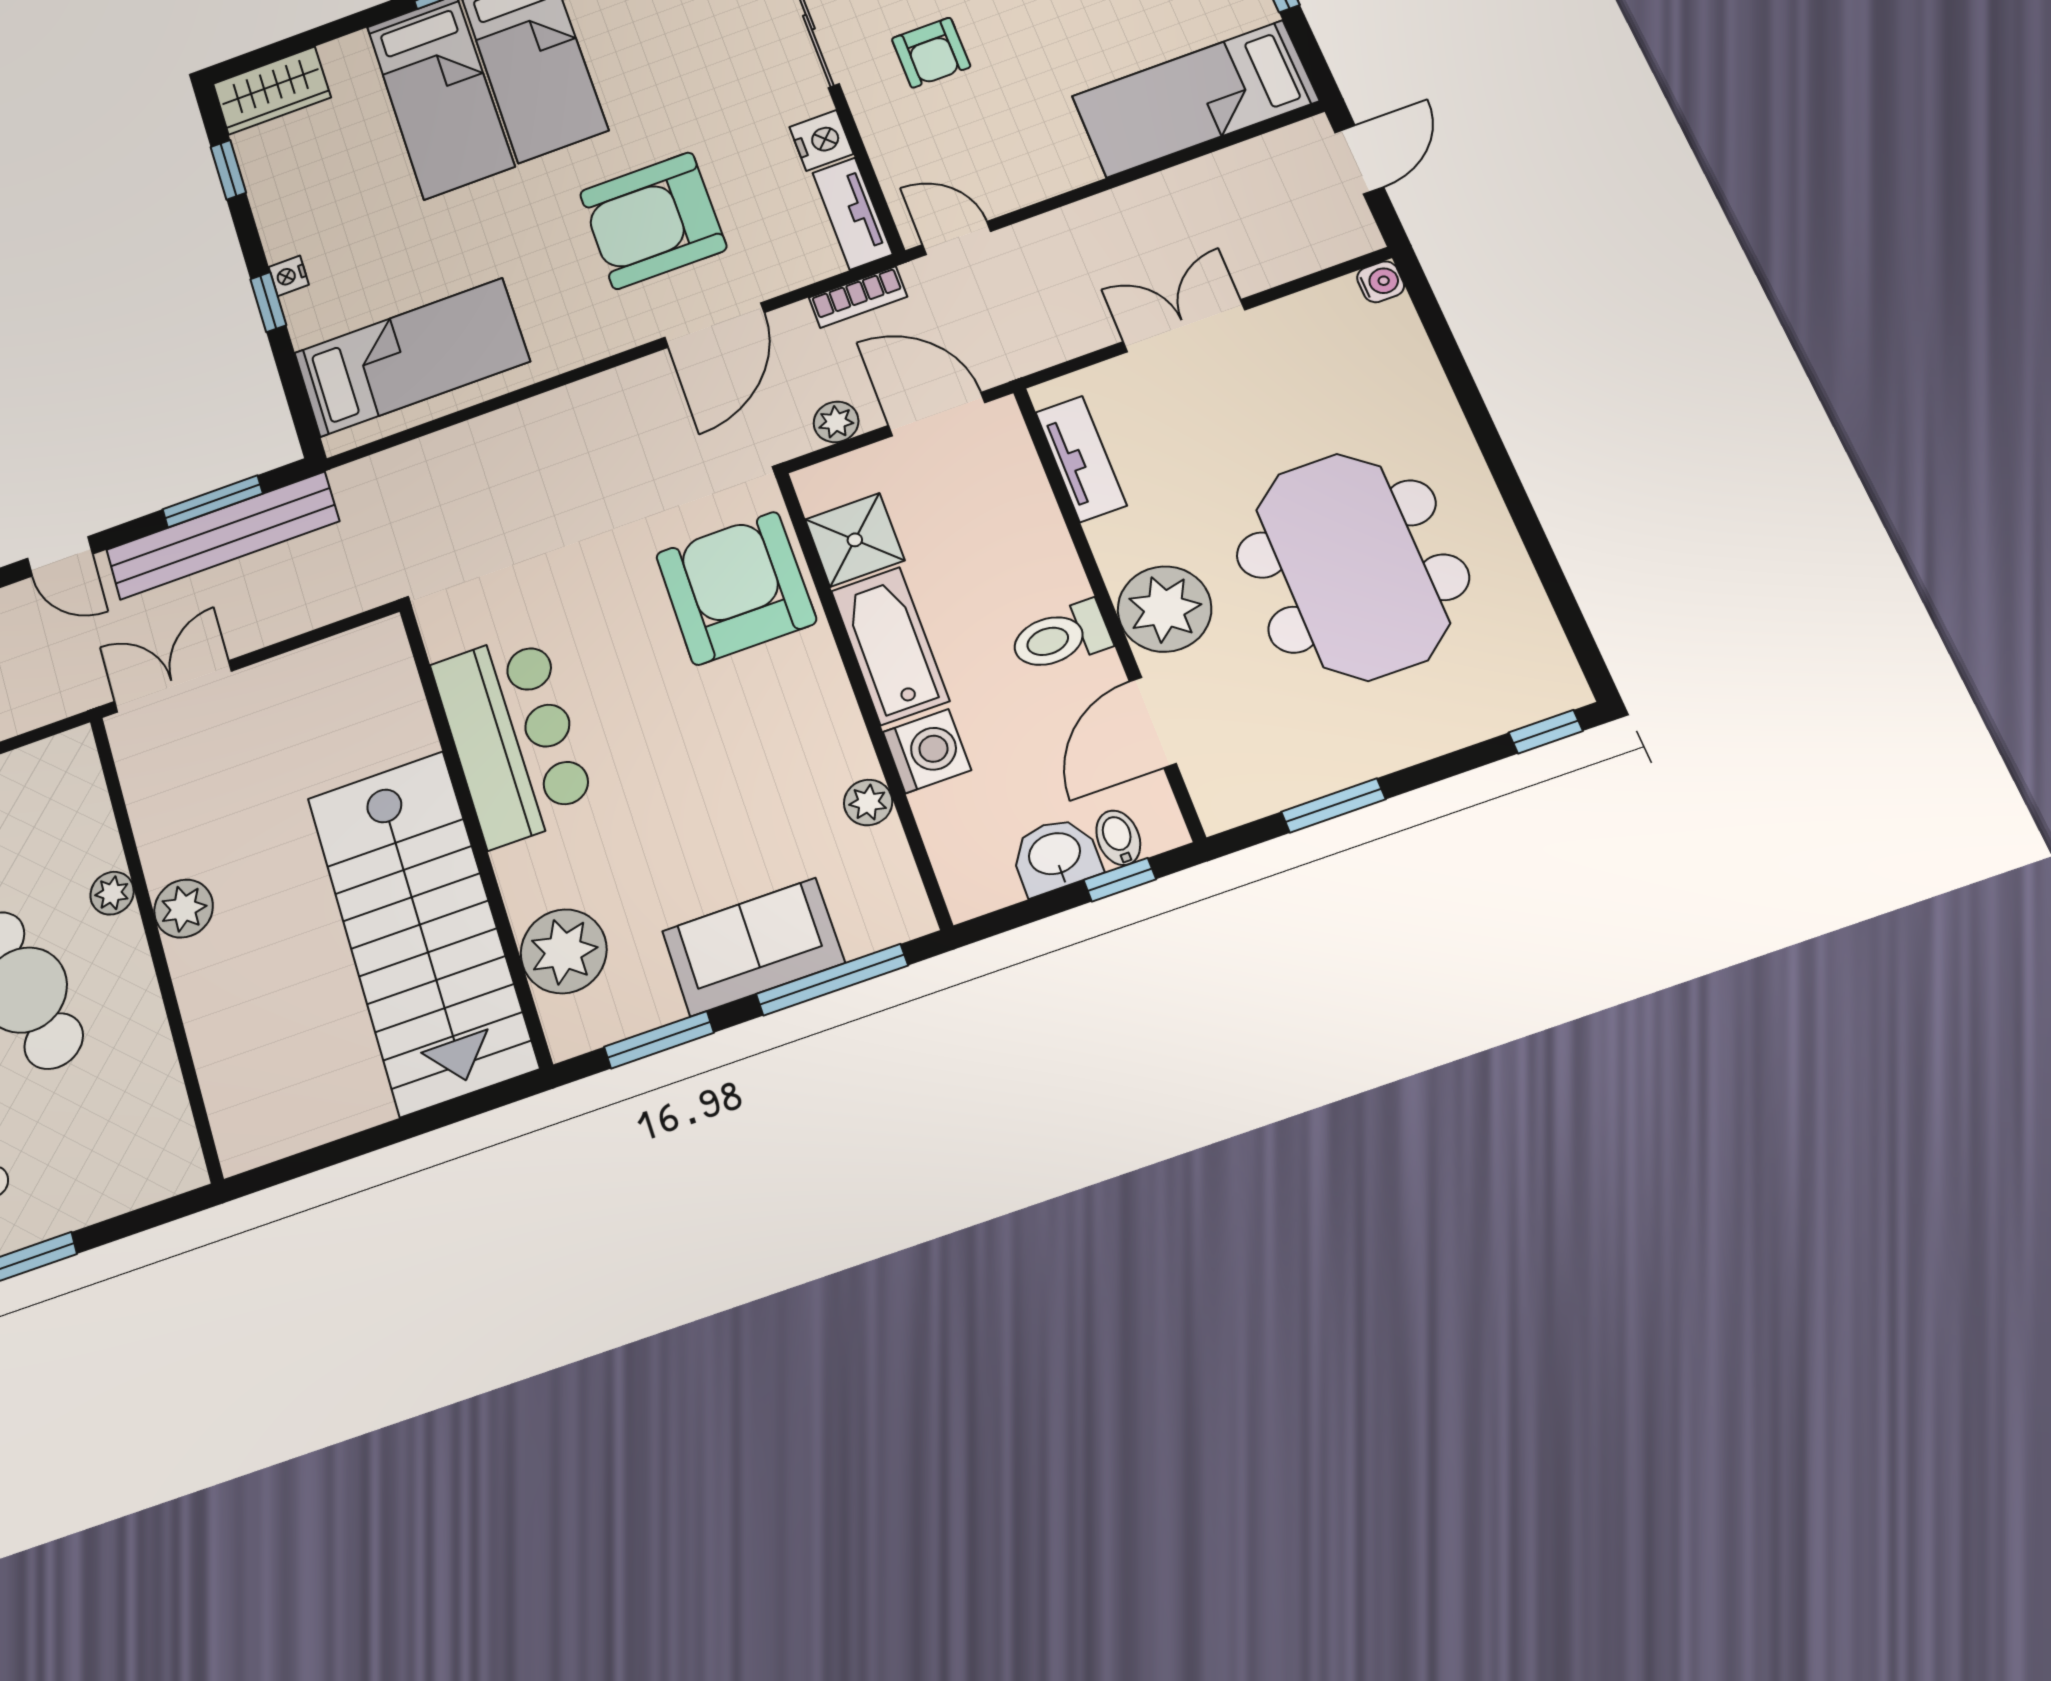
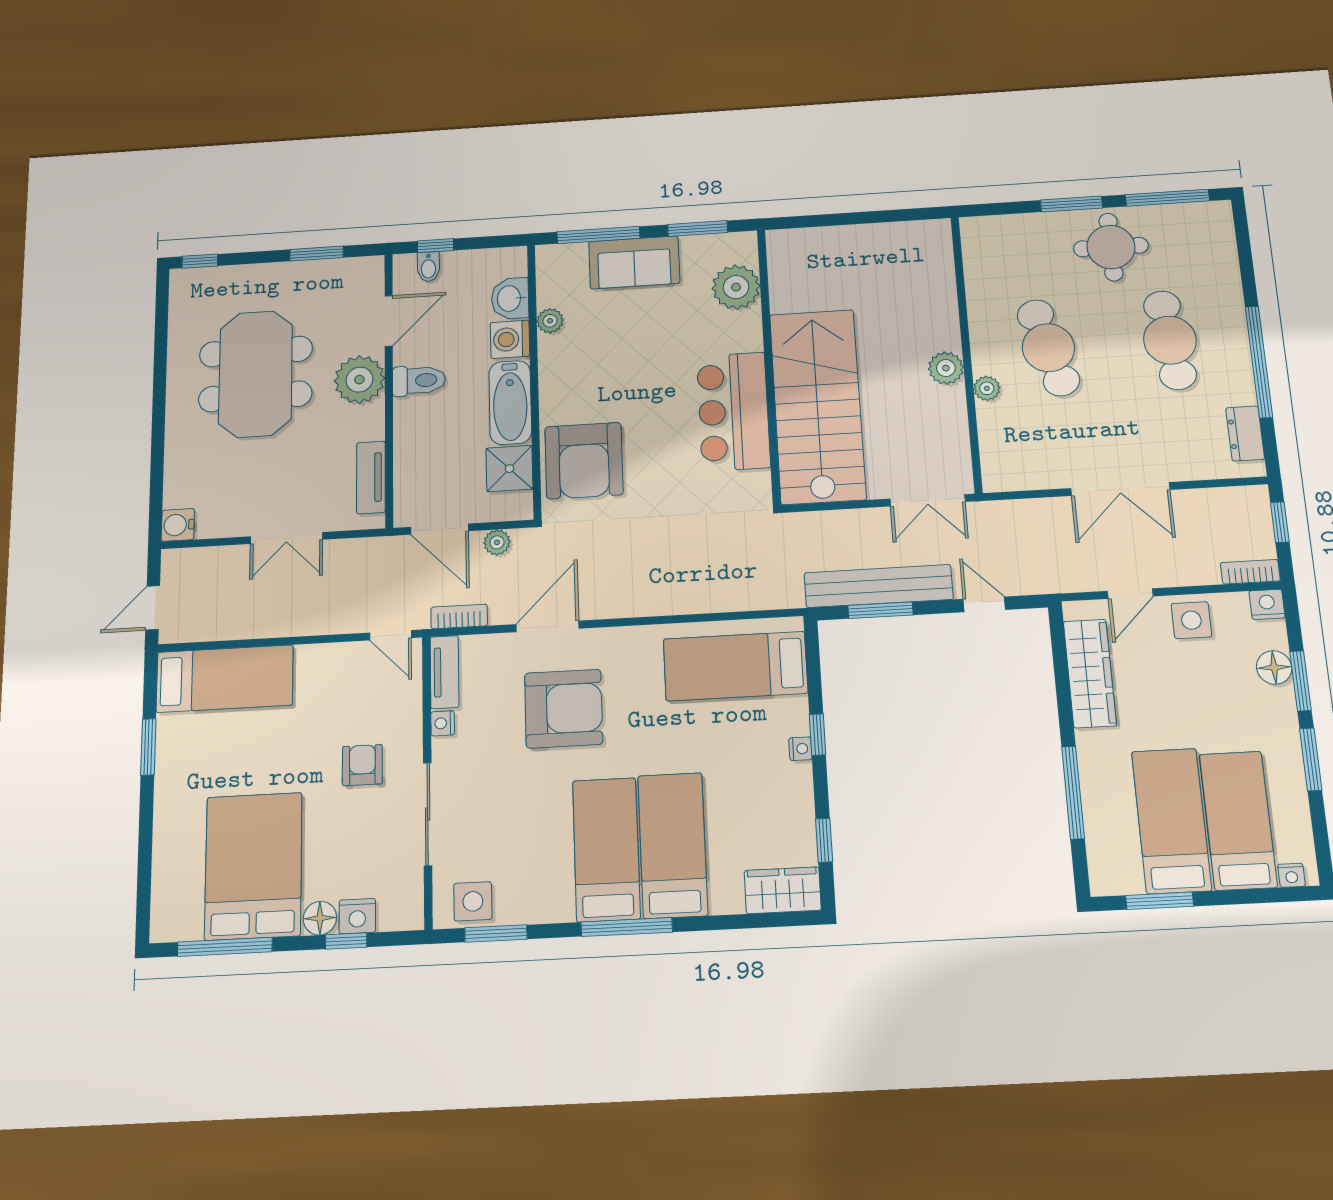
nightstand: (821, 140) -> (443, 723), width x0.72, depth x0.74
water cooler: (1381, 282) -> (178, 525), width x1.38, depth x1.38
washbasin: (1055, 855) -> (510, 298), moved, turned 90
stairs: (422, 931) -> (817, 406), moved

